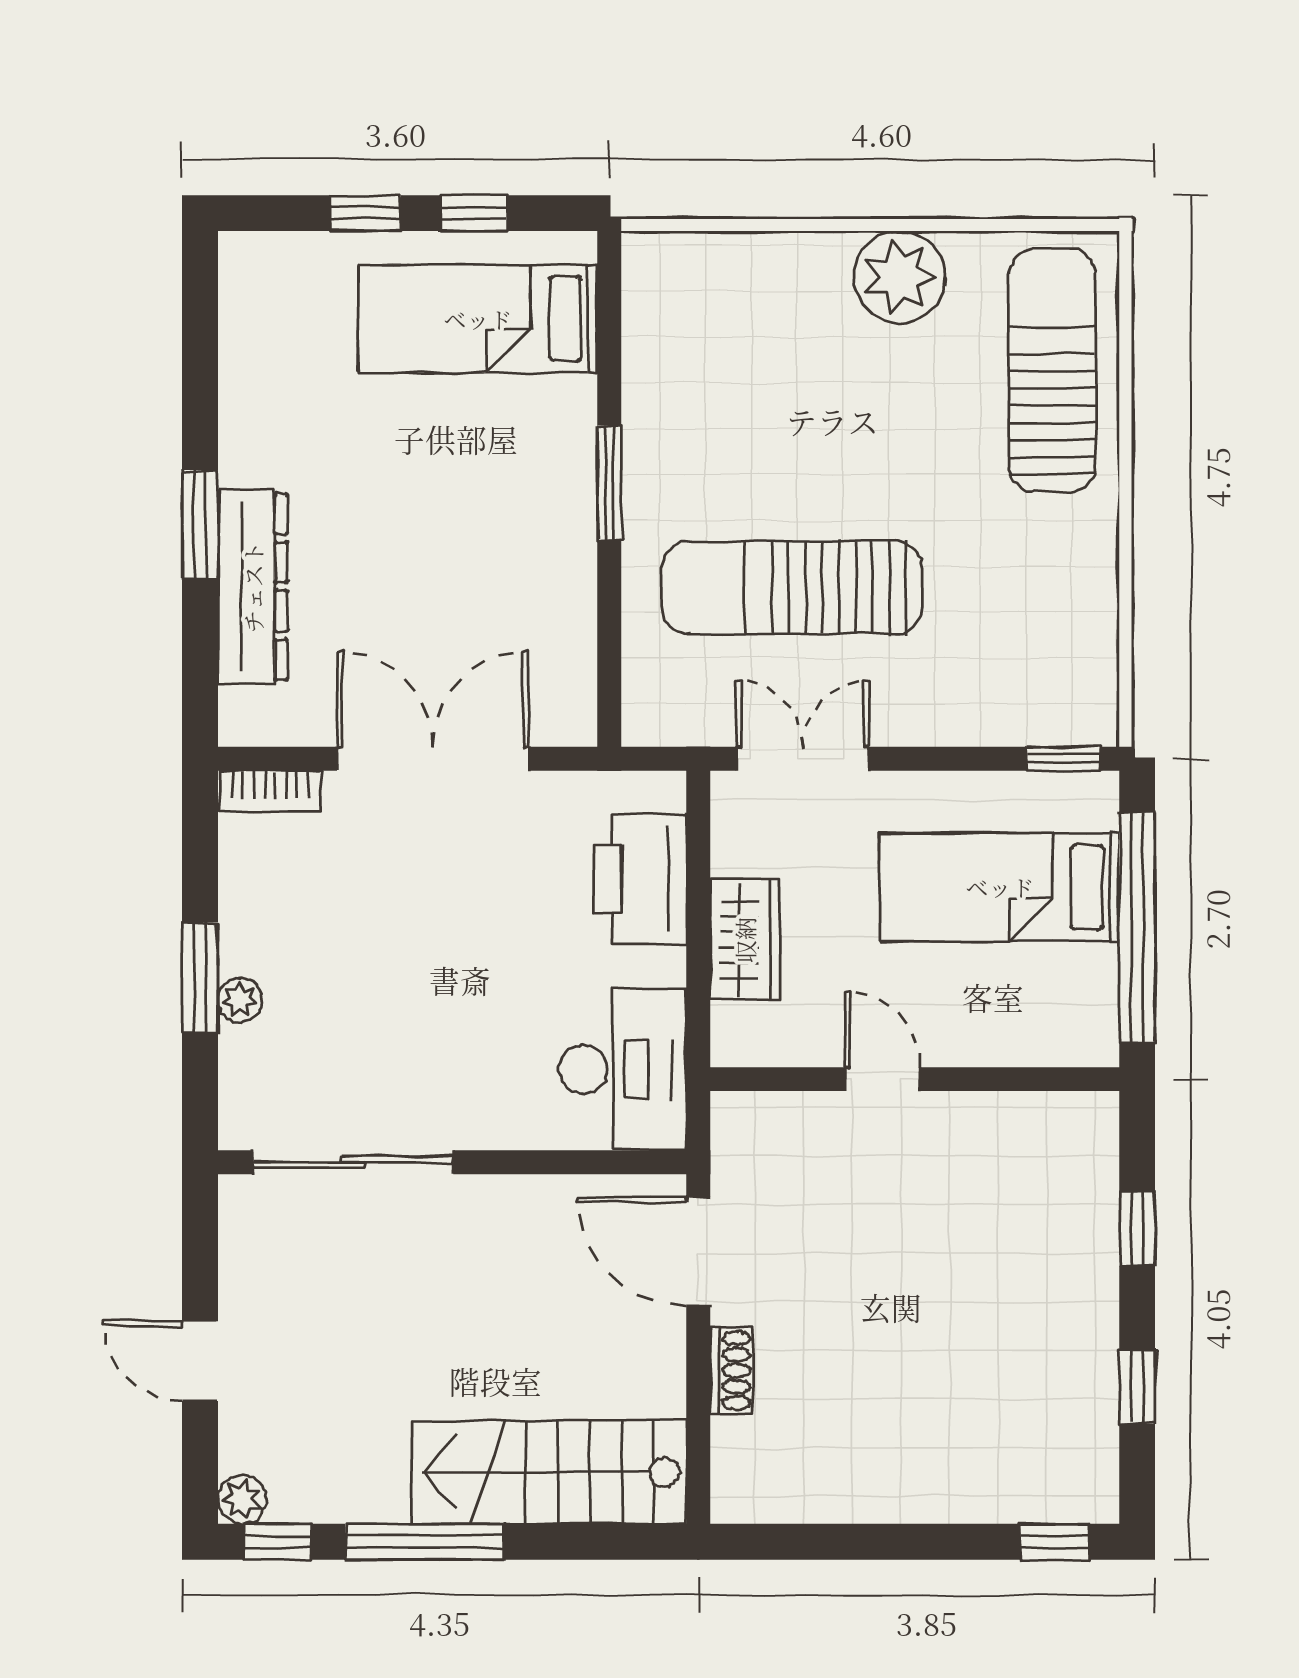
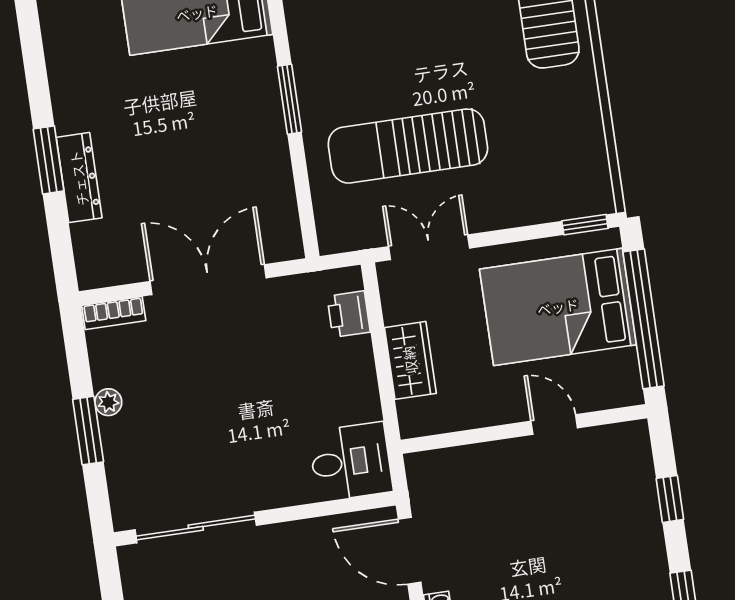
dresser: (253, 587) -> (79, 178), width x0.73, depth x0.80
printer: (640, 879) -> (349, 314), width x0.53, depth x0.68
bed: (1000, 887) -> (558, 307), width x1.50
plant: (240, 1000) -> (108, 402), moved
desk: (623, 1070) -> (351, 462), width x0.73
door: (883, 1079) -> (554, 425), moved

